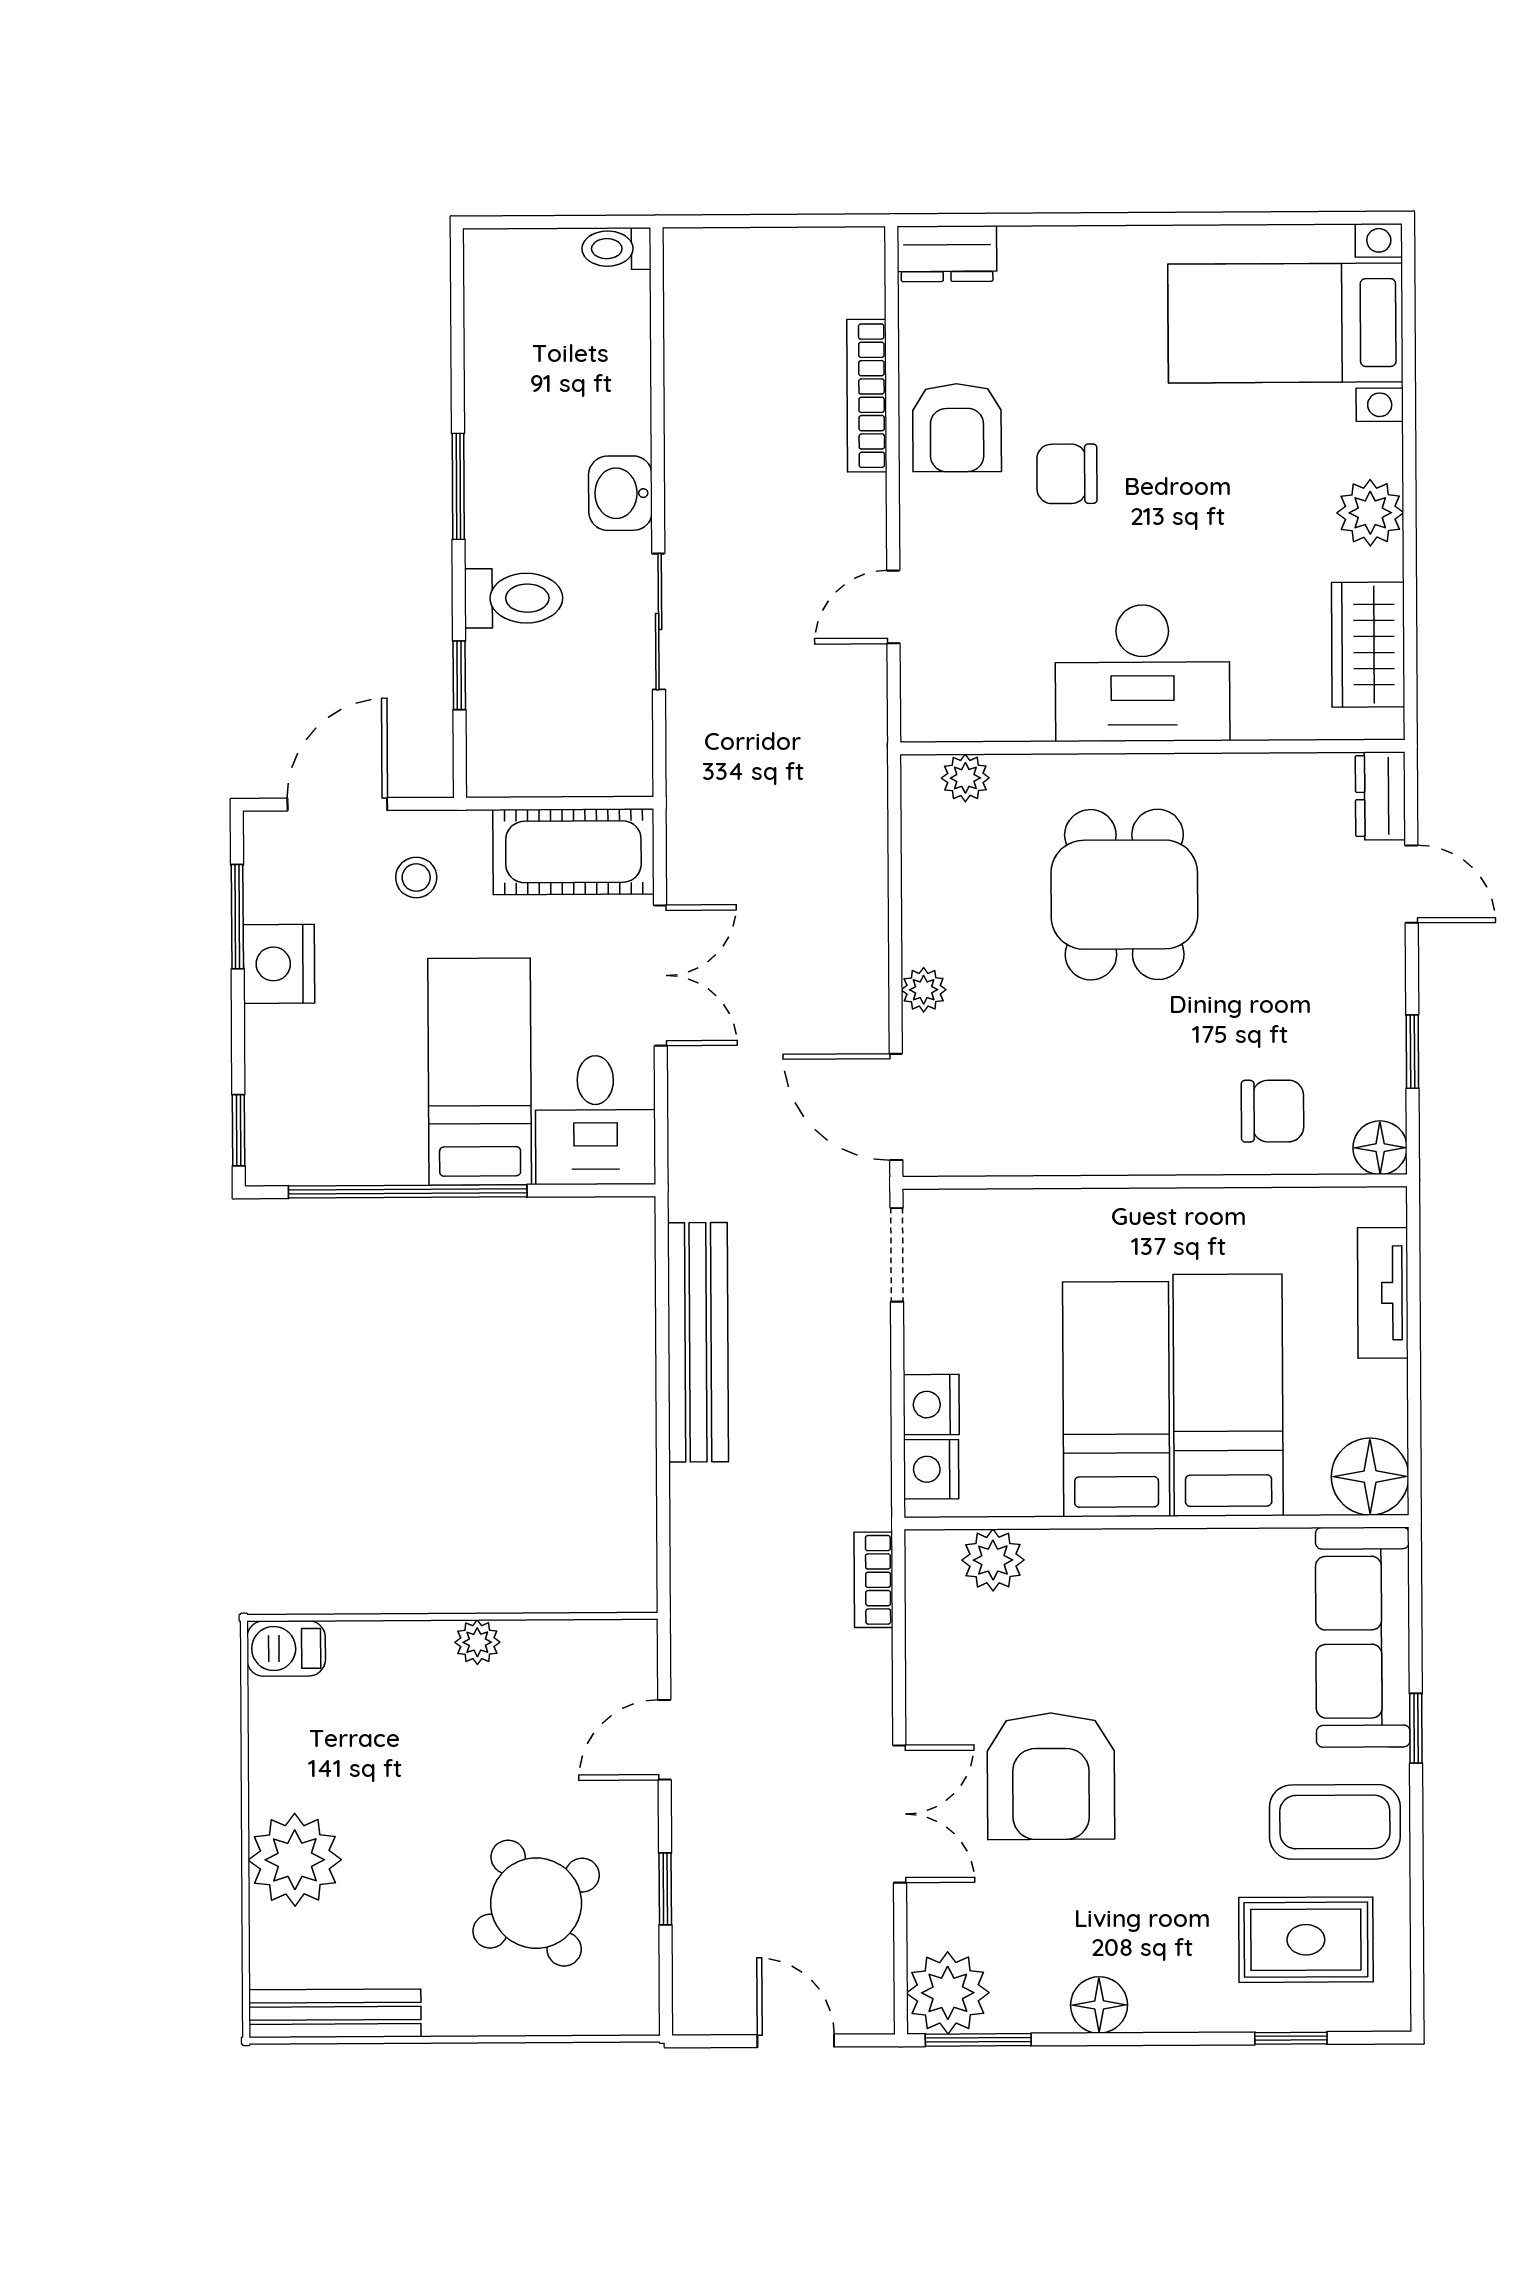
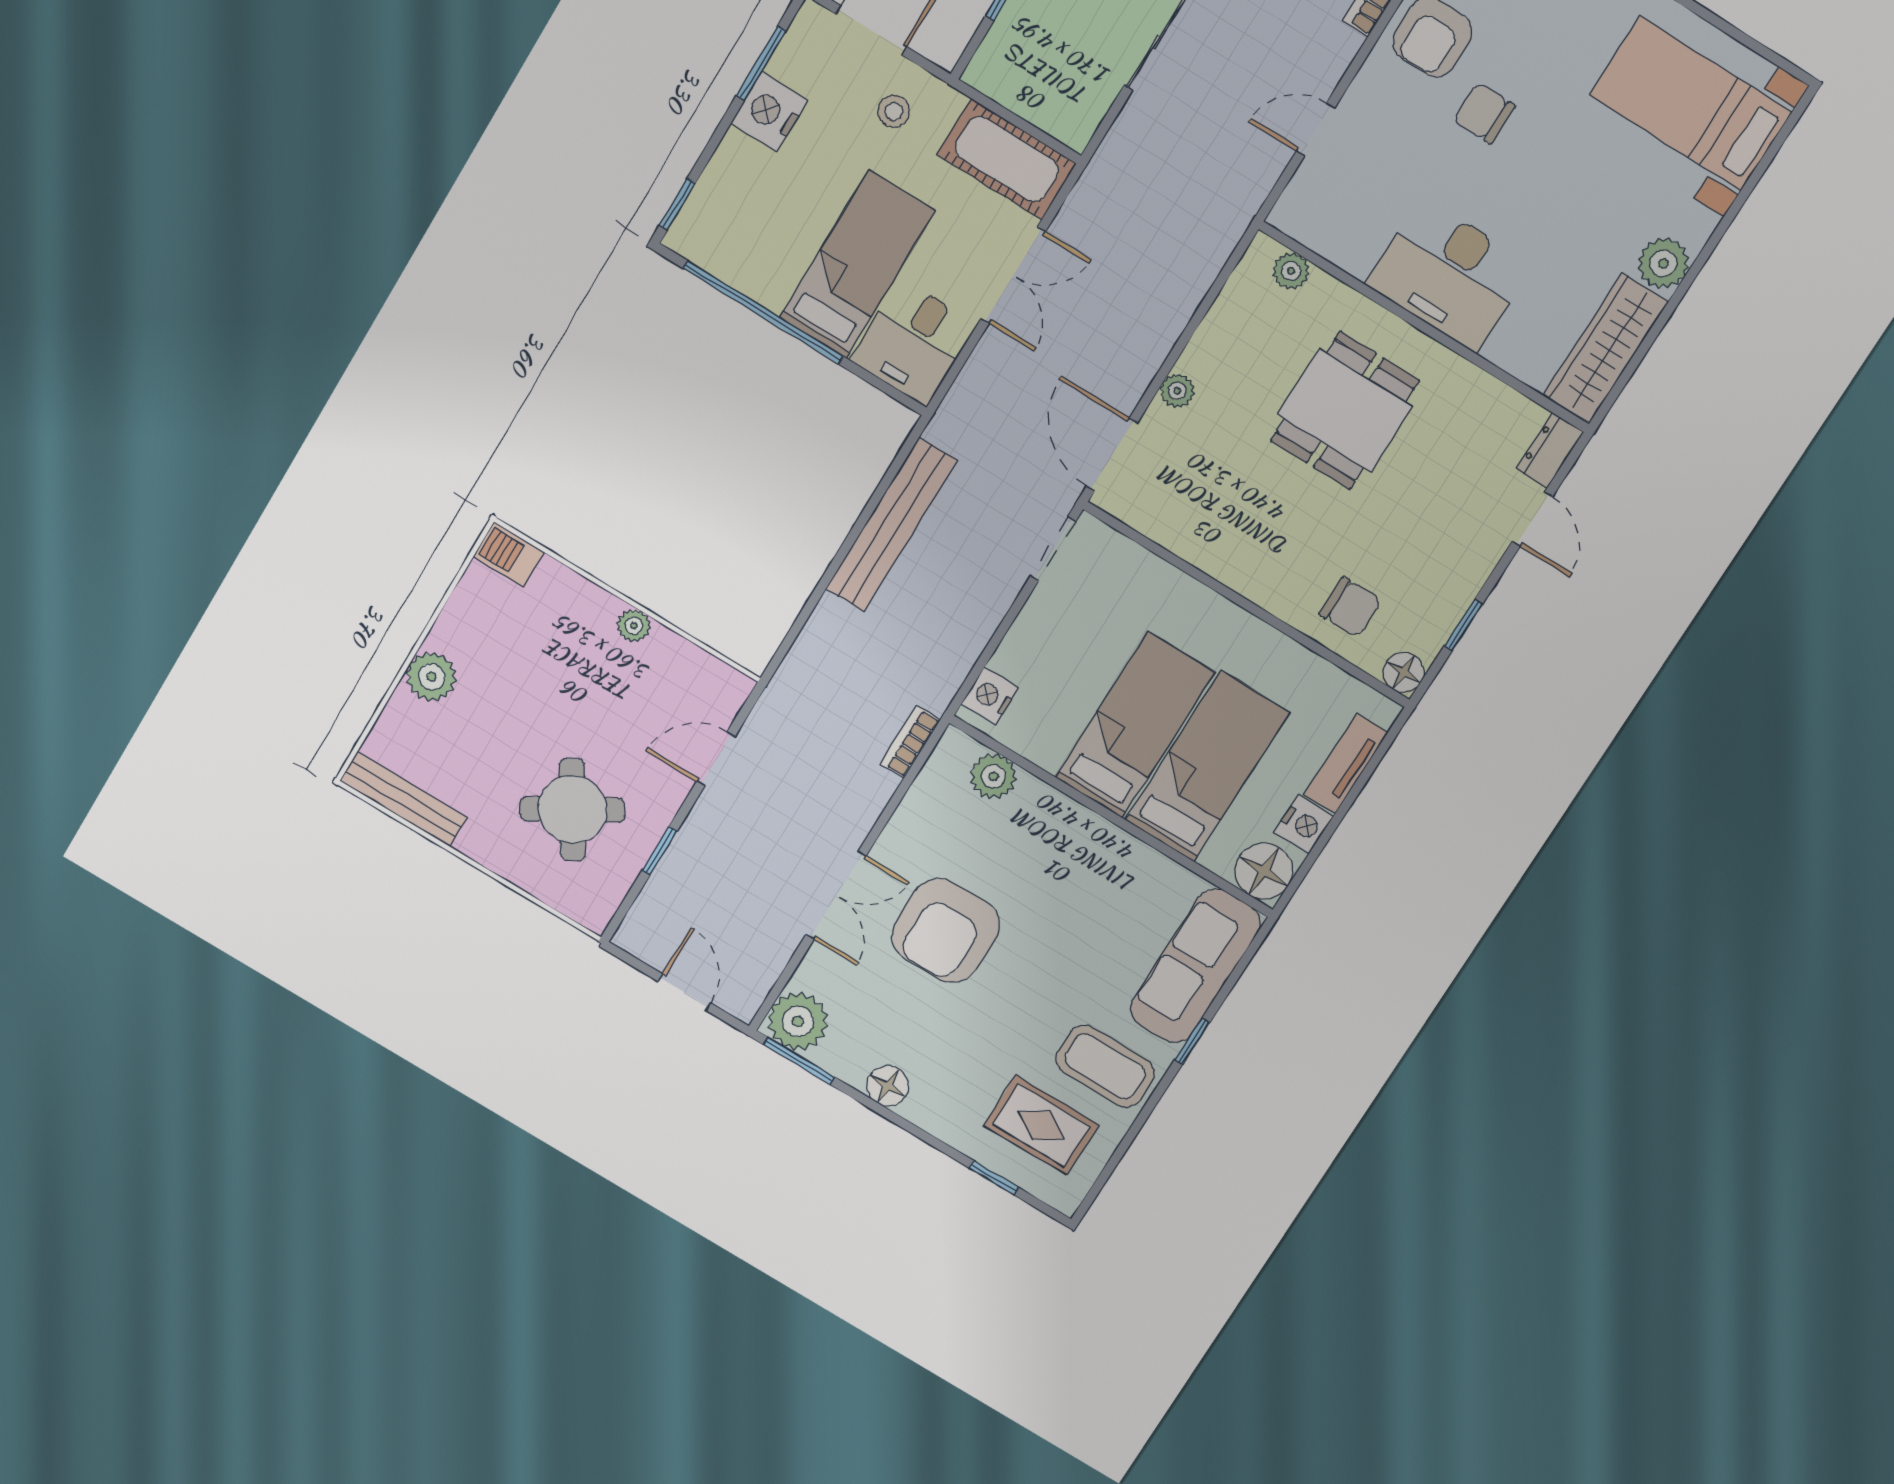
wardrobe: (1368, 645) -> (1606, 348), width x1.50
nightstand: (931, 1405) -> (1304, 824), moved, turned 180
plant: (295, 1860) -> (432, 677), width x0.73, depth x0.73

